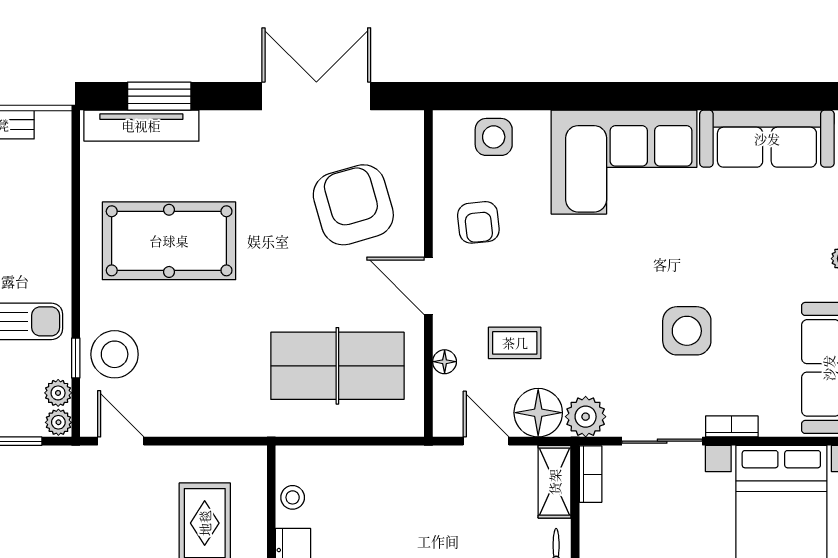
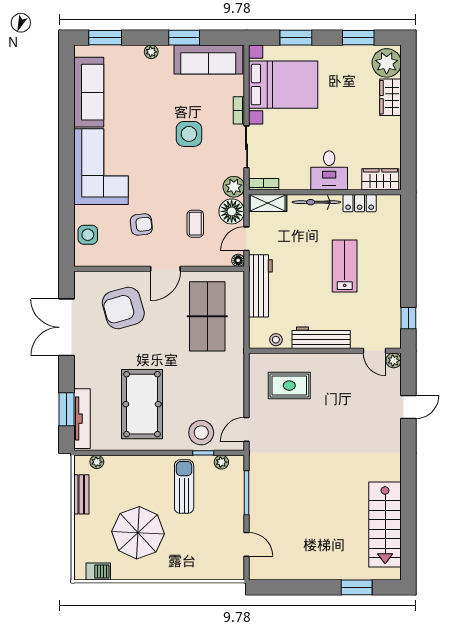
armchair: (478, 222) -> (141, 225), moved
floor lamp: (445, 362) -> (238, 260), moved
plant: (58, 422) -> (97, 462), moved
workbench: (396, 468) -> (260, 286), added

